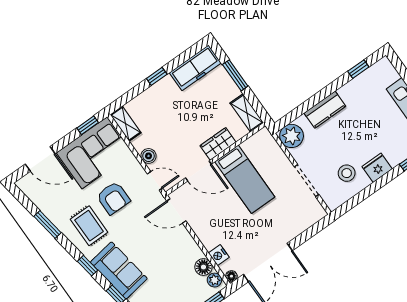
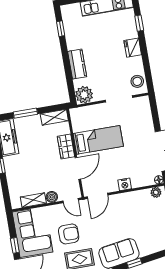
shelving: (126, 124) -> (33, 200), moved
window: (88, 125) -> (15, 245), moved
stool: (347, 173) -> (137, 81), moved
door: (155, 181) -> (71, 201), swing flipped
nightstand: (219, 255) -> (125, 184), moved
floor lamp: (203, 267) -> (144, 196), removed

